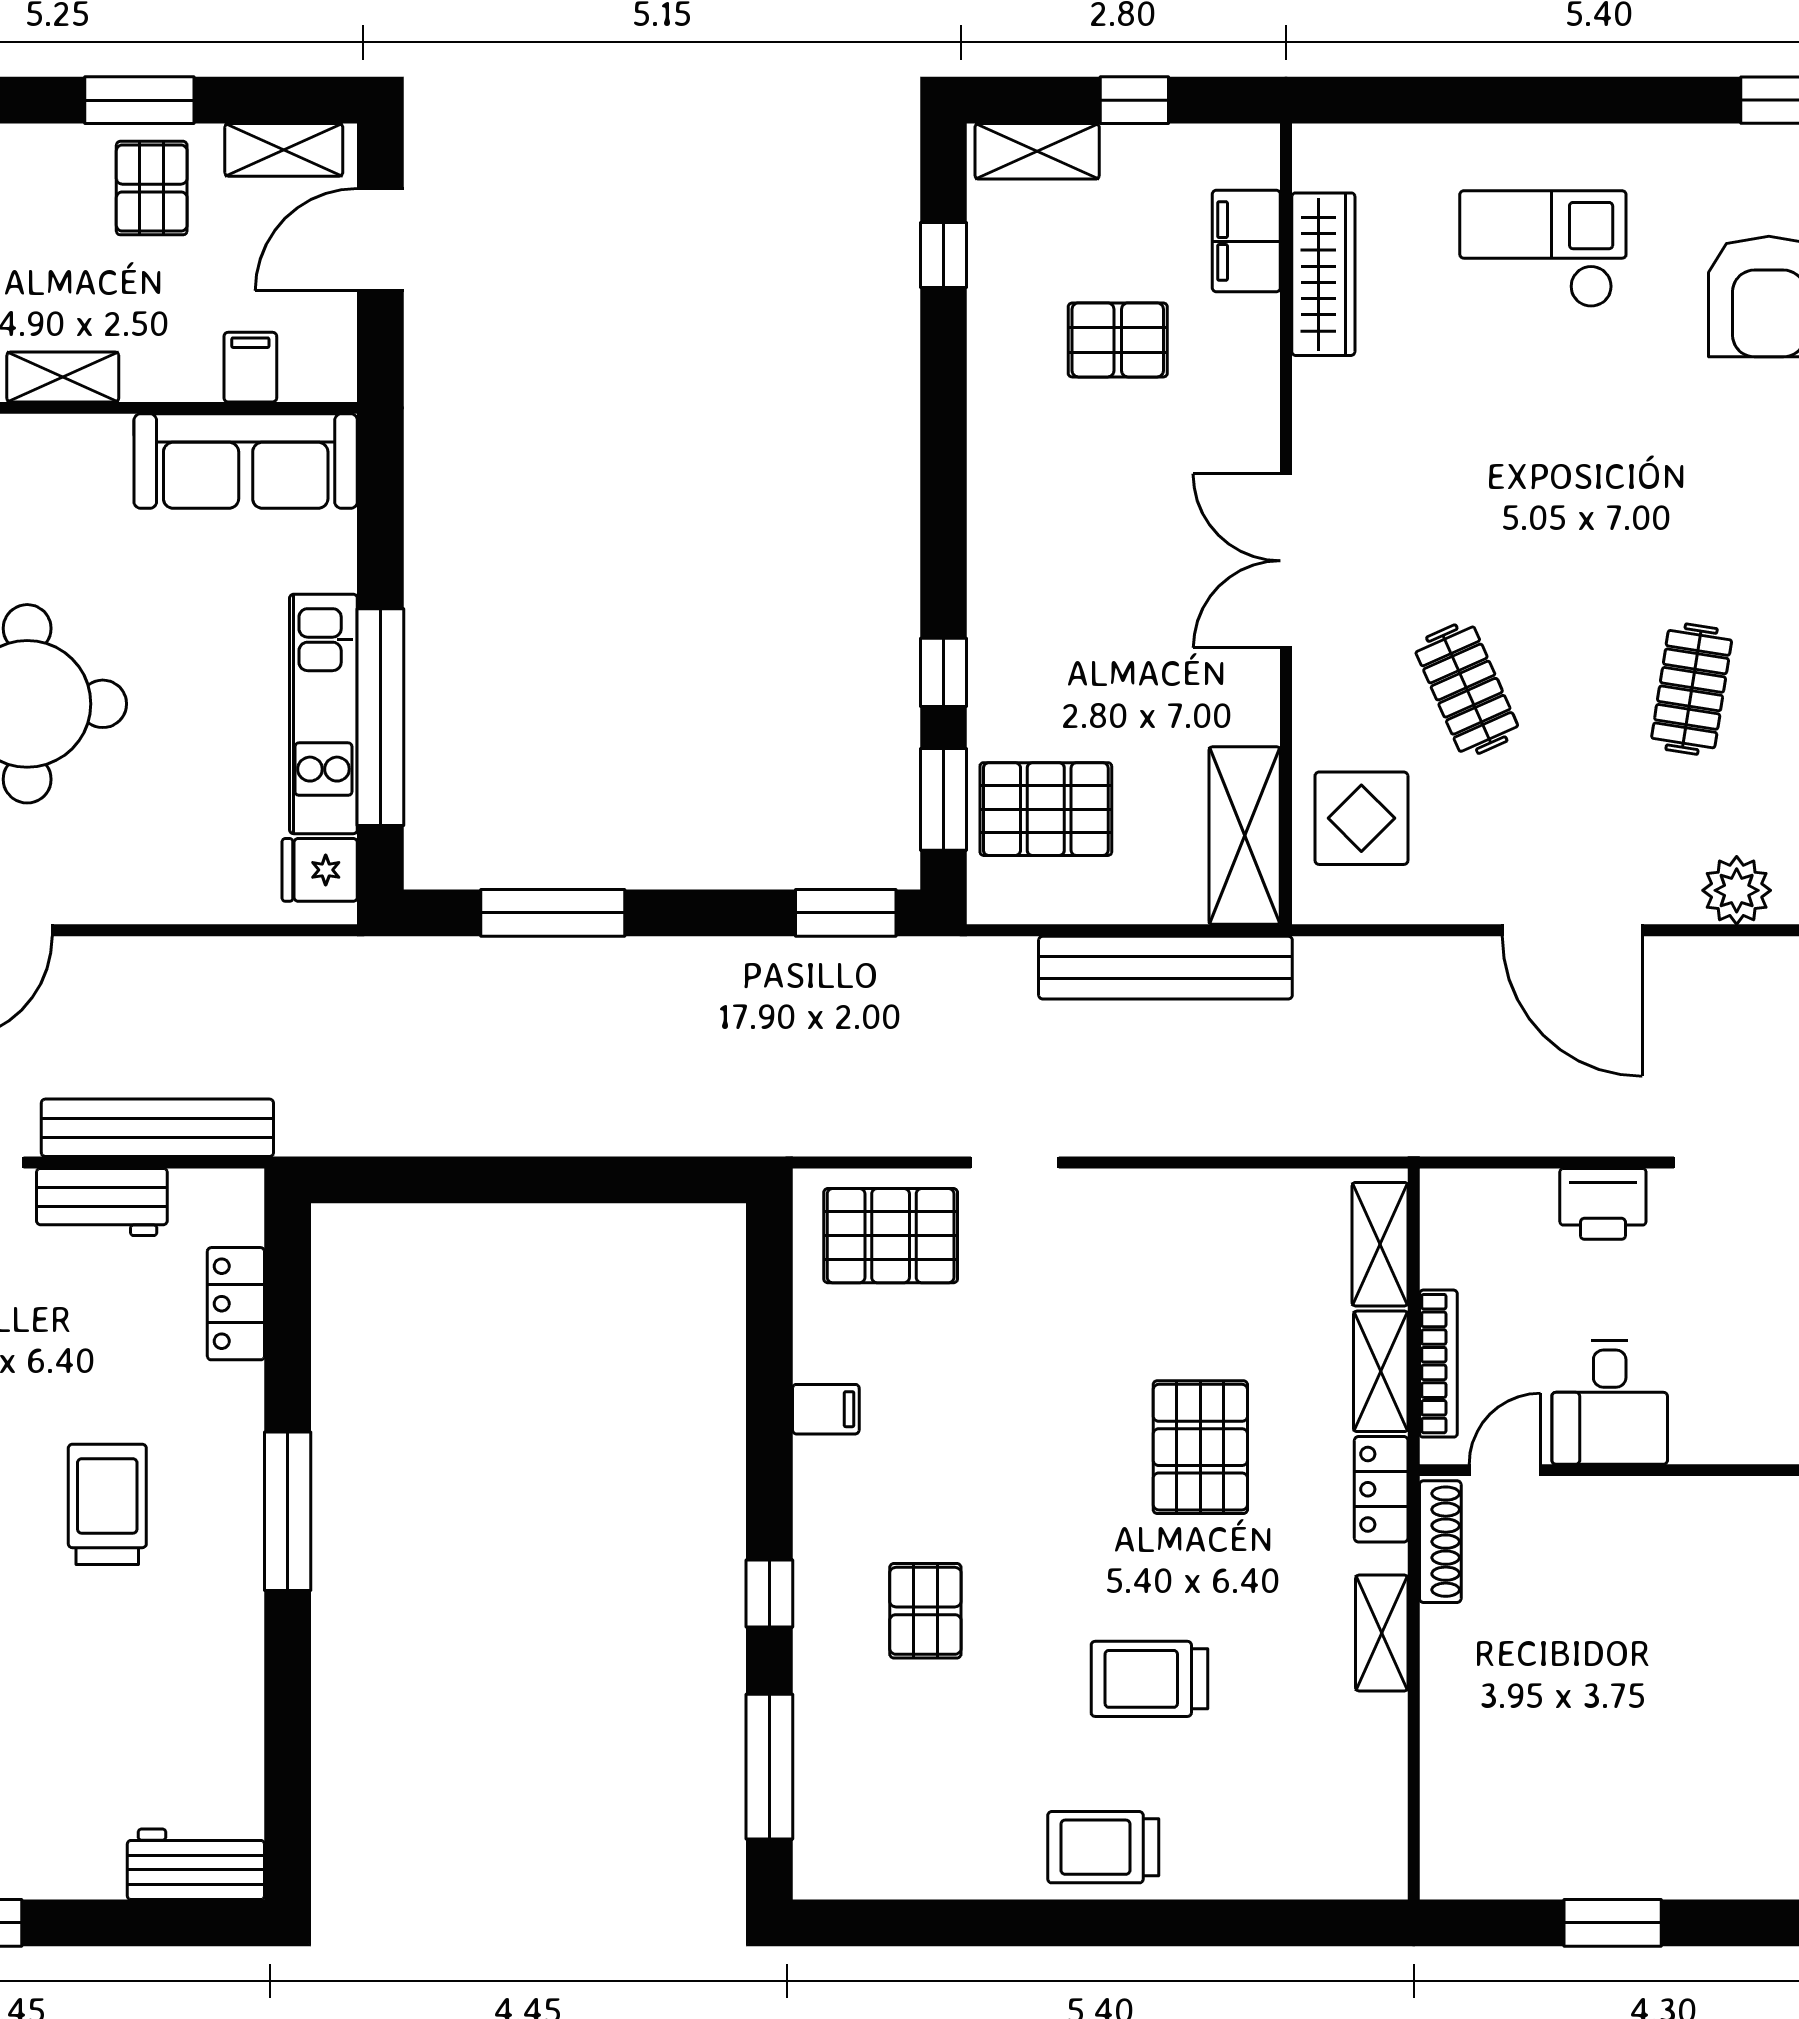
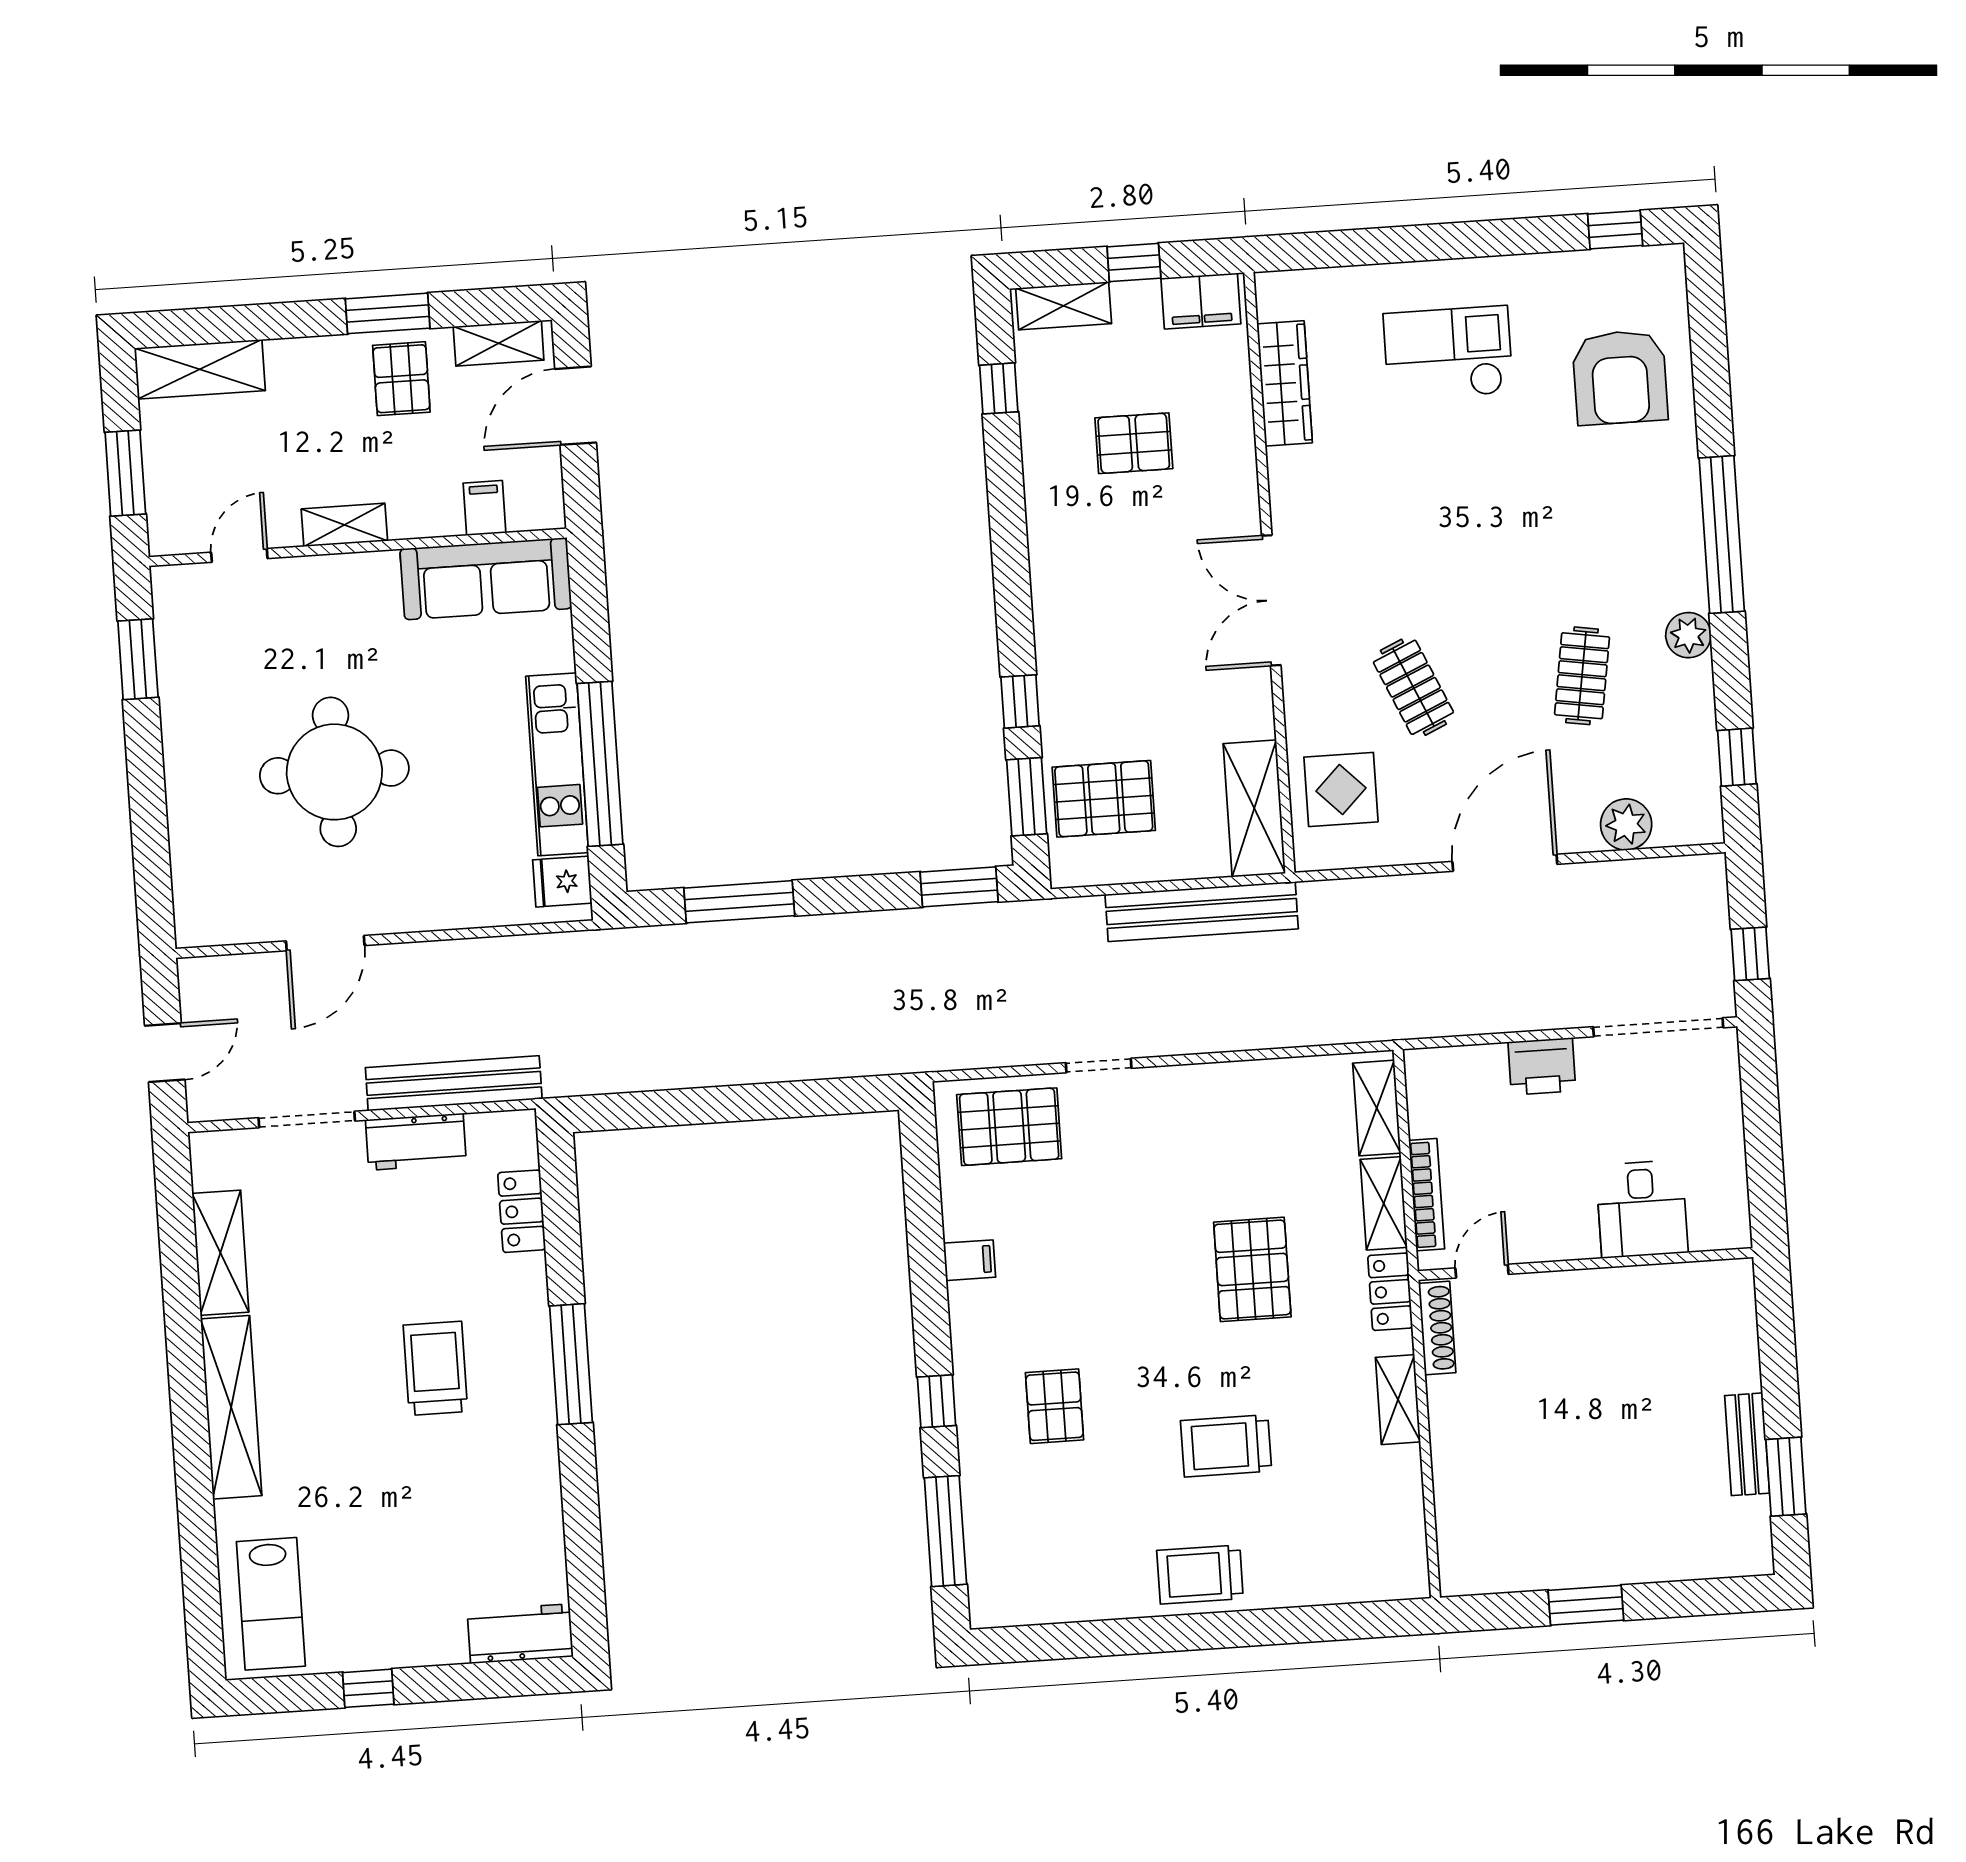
filing cabinet: (1246, 241) -> (1201, 301), moved, turned -90
door: (1572, 930) -> (1505, 863), swing flipped
desk: (1610, 1402) -> (1642, 1209), moved

